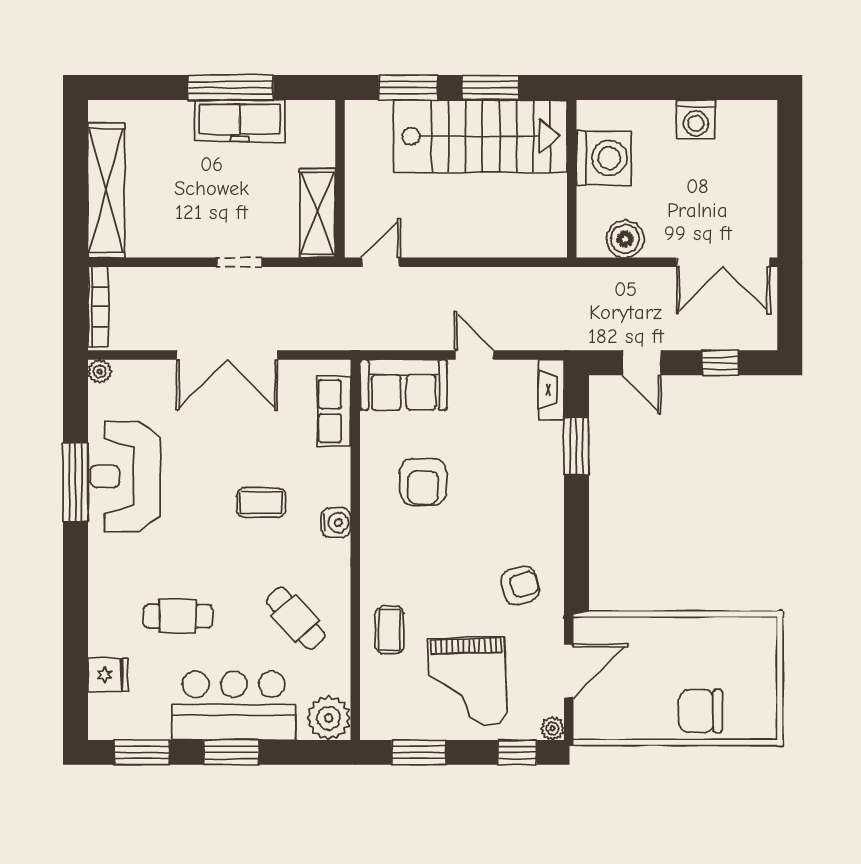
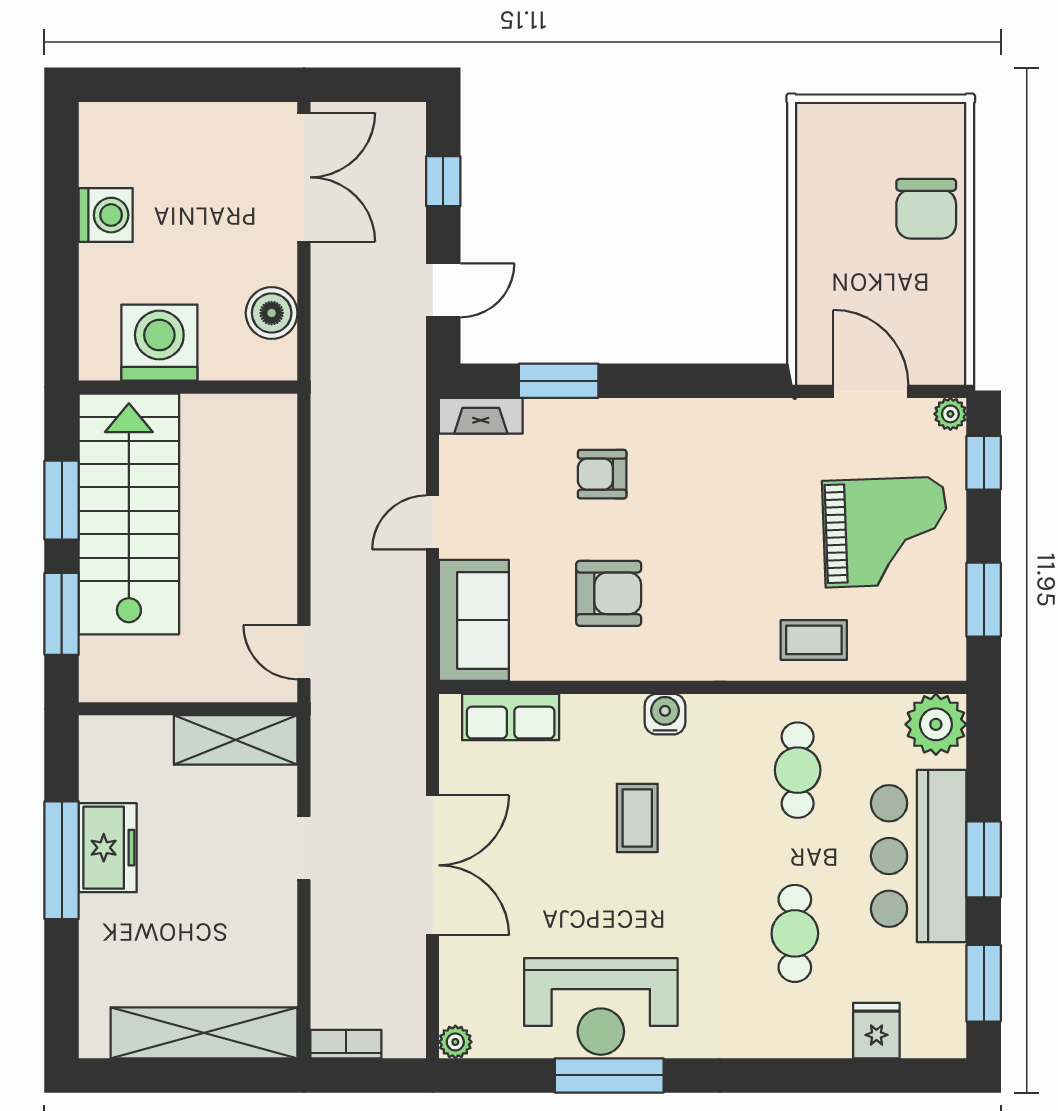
freezer: (240, 121) -> (108, 848), width x0.71
bookcase: (98, 307) -> (346, 1044), width x0.64
armchair: (520, 586) -> (602, 474), moved, turned -74
cafe table: (296, 618) -> (798, 770), turned -48

